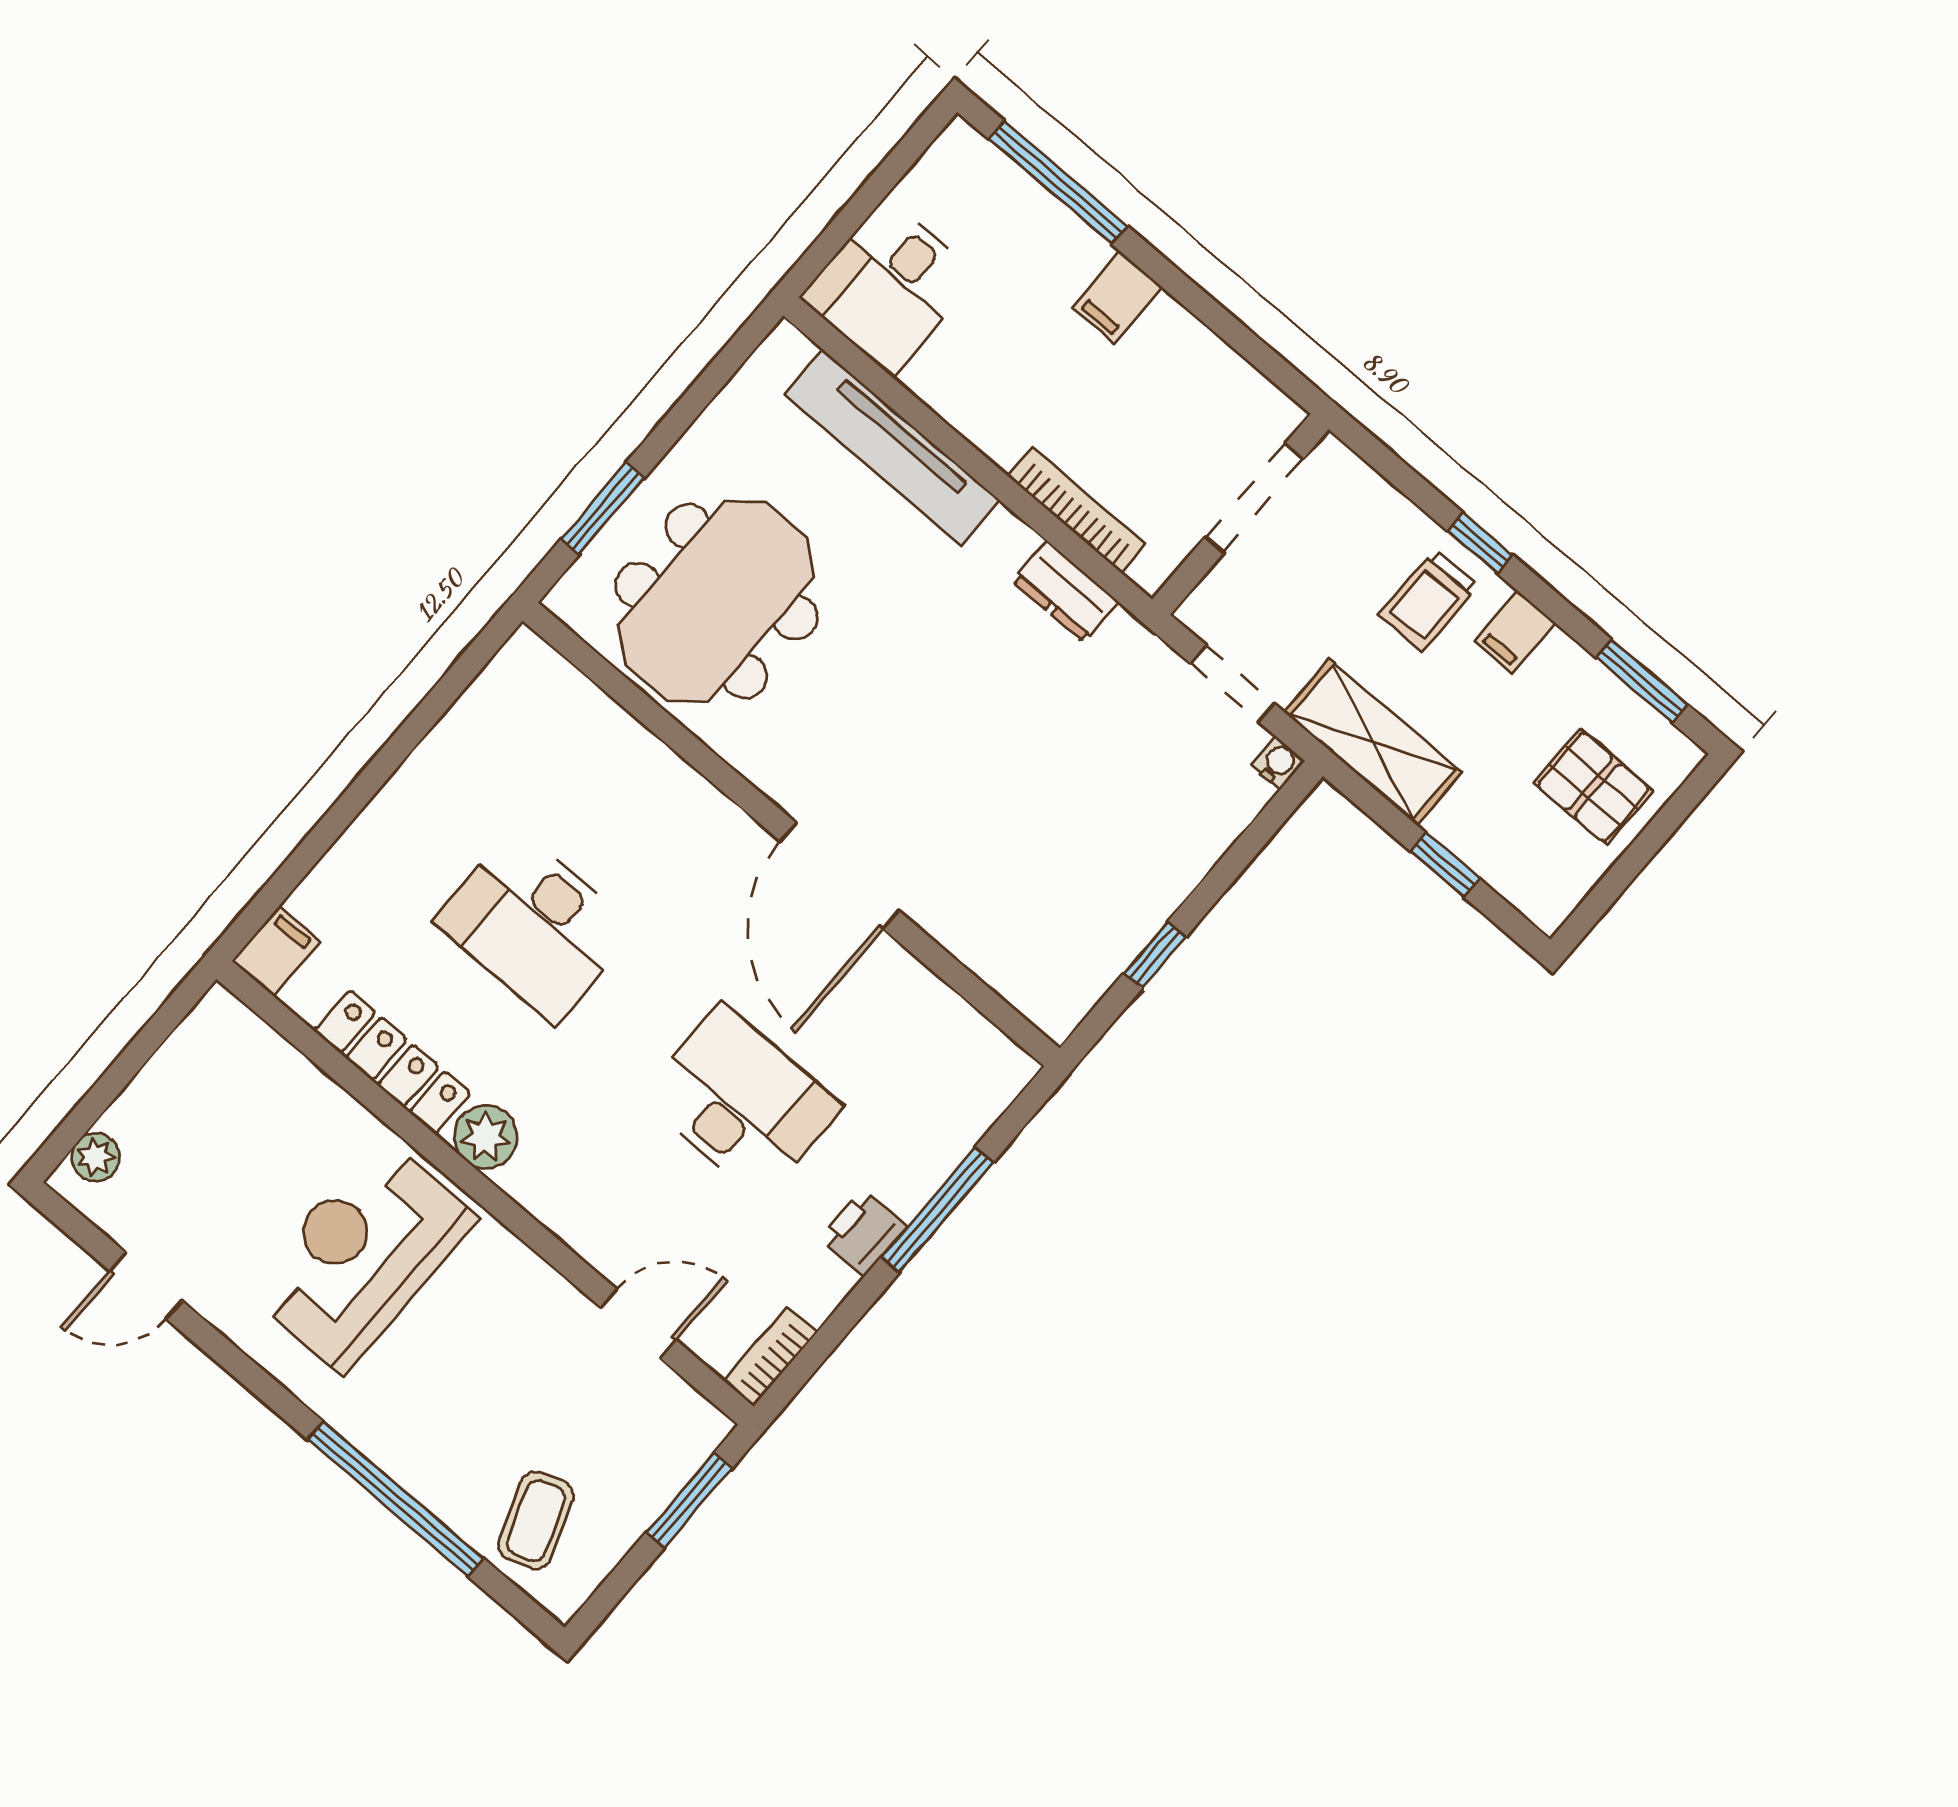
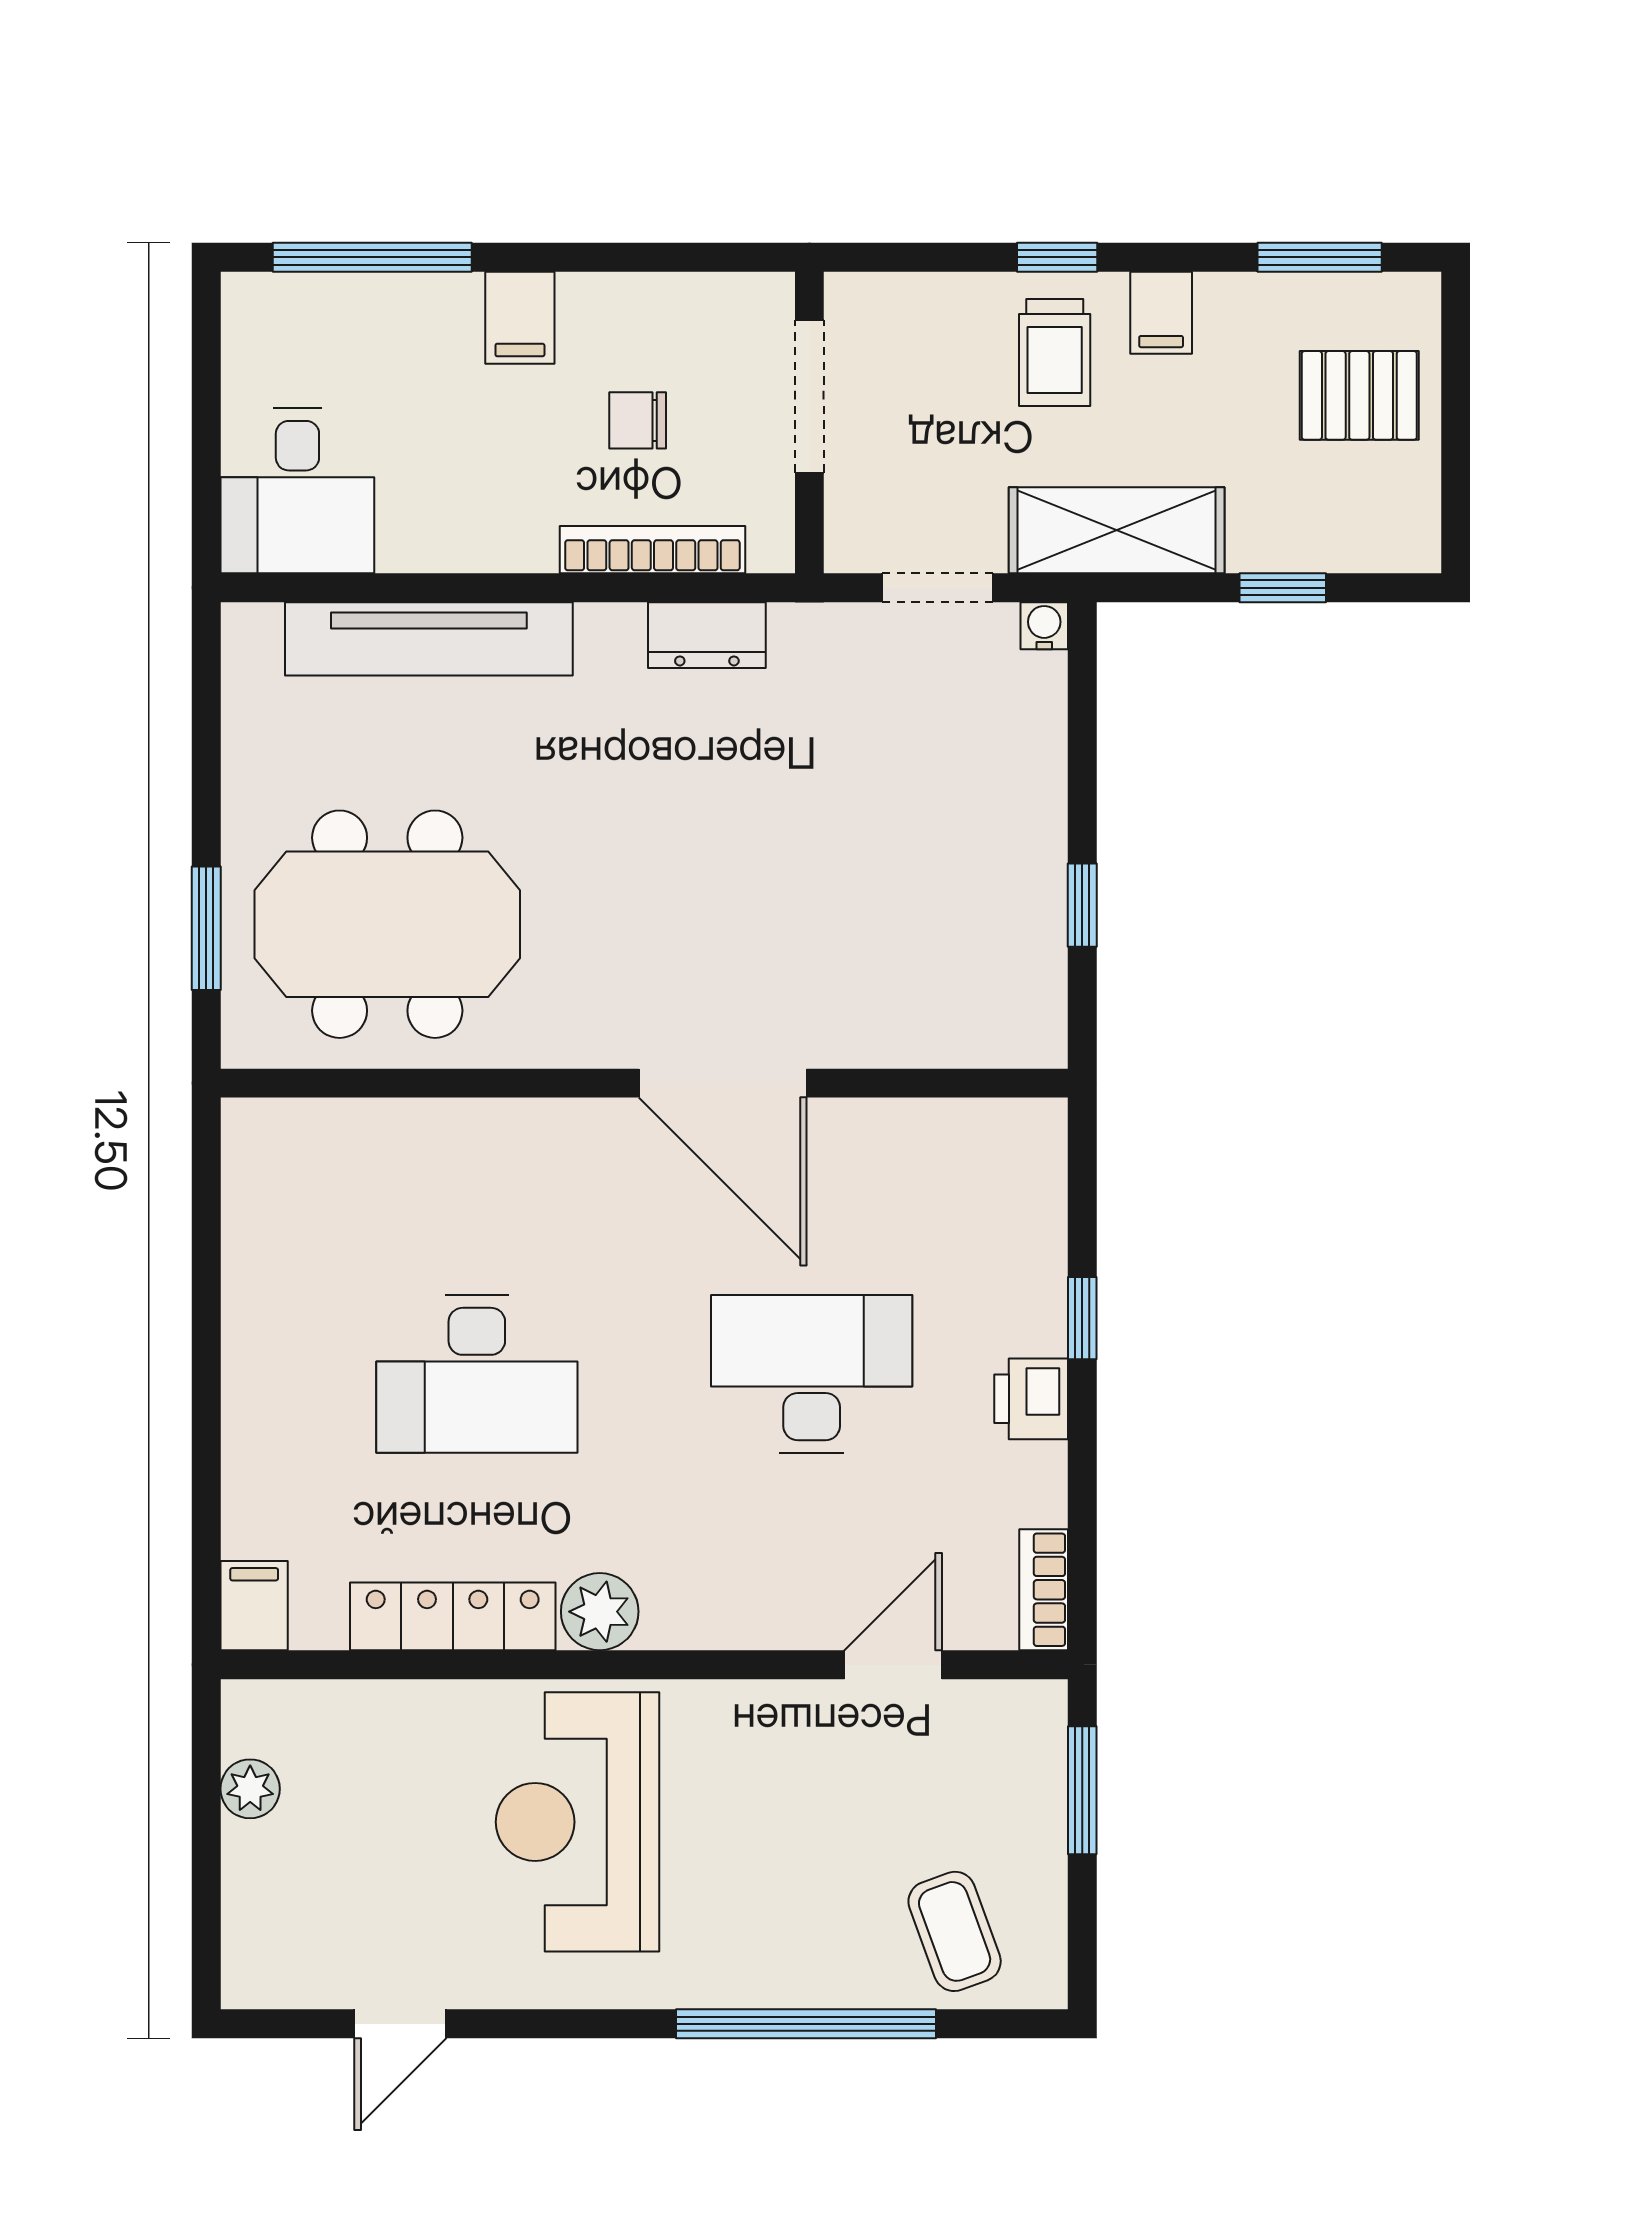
chair: (1136, 423) -> (638, 420), added
meeting table: (716, 601) -> (387, 924), turned 90
plant: (96, 1157) -> (250, 1789), moved
window: (937, 1210) -> (1082, 1318), width x0.46

